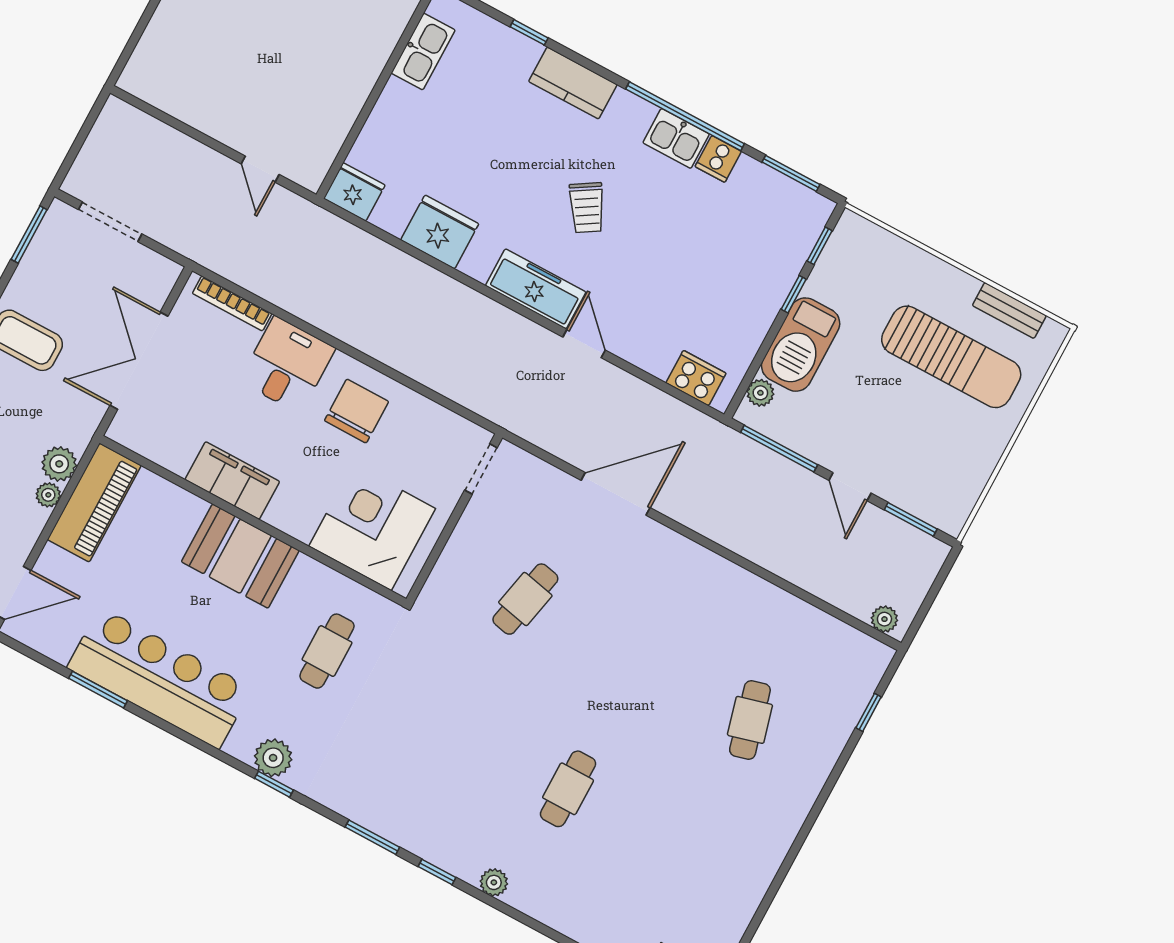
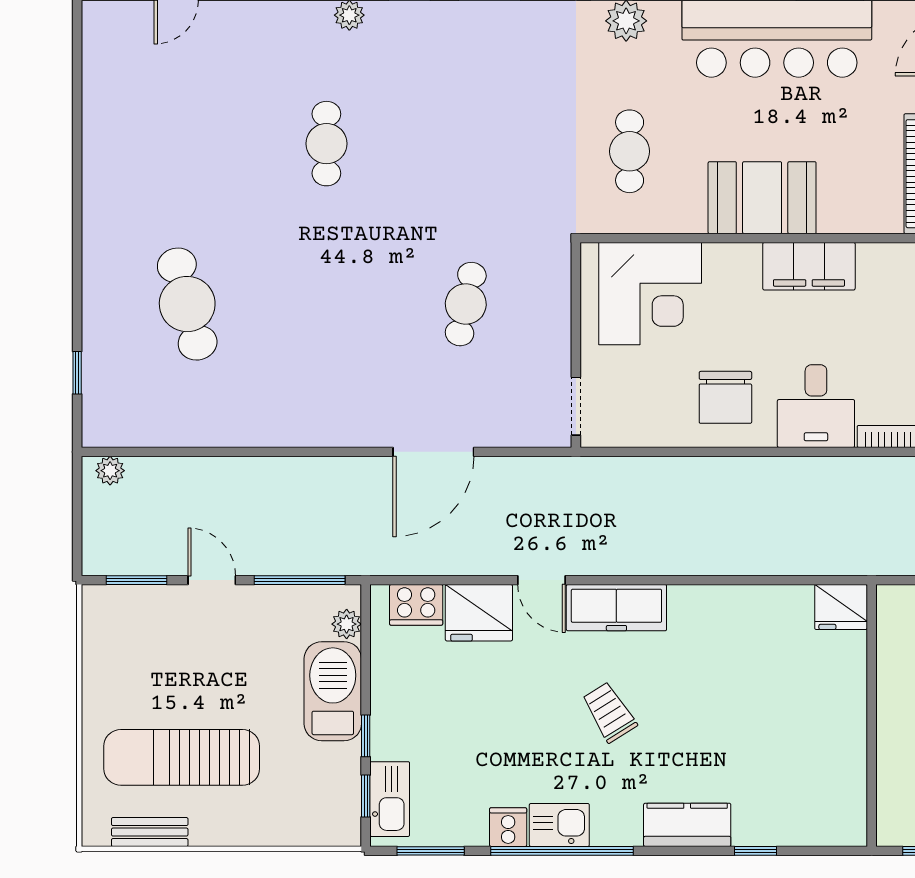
kitchen sink: (423, 51) -> (390, 799), moved, turned 180
fridge: (440, 232) -> (479, 613), moved
cafe table: (750, 720) -> (187, 304), width x1.37, depth x1.35

